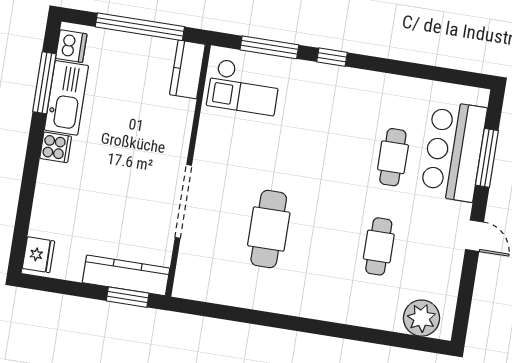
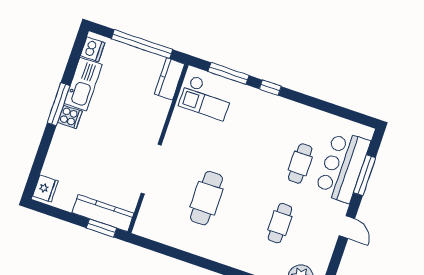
window: (44, 83) -> (59, 104), moved

